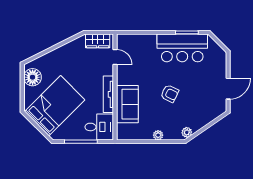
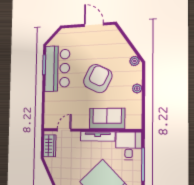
armchair: (170, 94) -> (98, 79), width x1.88, depth x1.88

